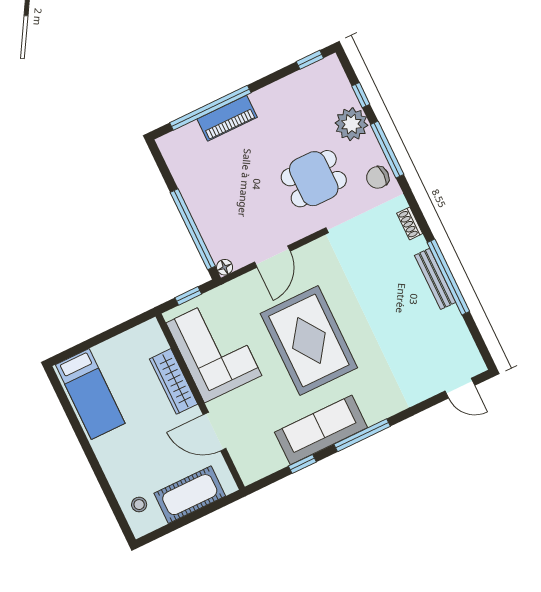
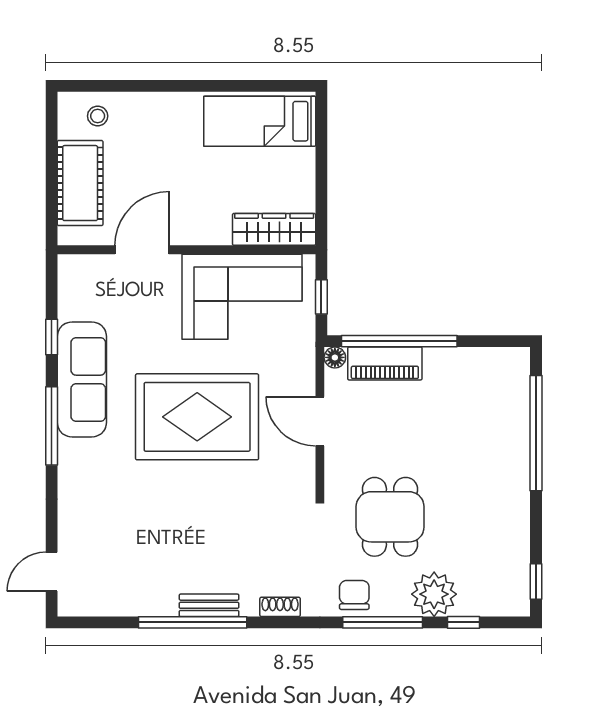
piano: (227, 118) -> (385, 363), moved, turned -90
bench: (435, 279) -> (209, 605), width x0.73
wardrobe: (174, 381) -> (274, 229), moved

